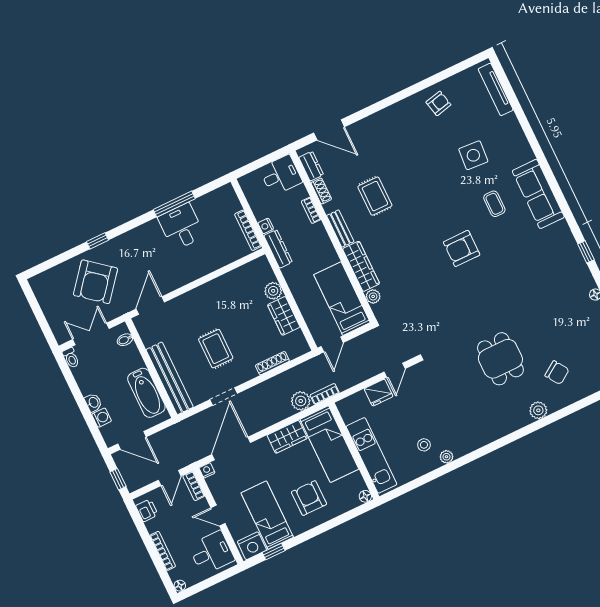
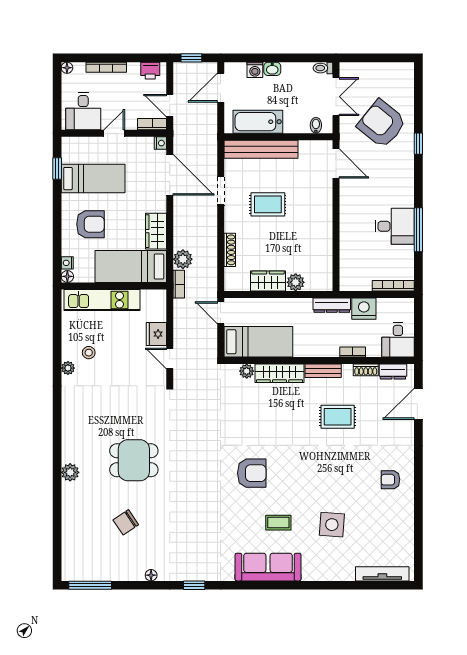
armchair: (438, 103) -> (390, 480), moved, turned 103
nightstand: (266, 226) -> (364, 309), width x1.89, depth x1.79
bookcase: (248, 230) -> (393, 286), moved
armchair: (462, 248) -> (252, 473), turned 90
chair: (557, 373) -> (126, 522), moved
nightstand: (252, 546) -> (67, 263), moved, width x0.53, depth x0.56

